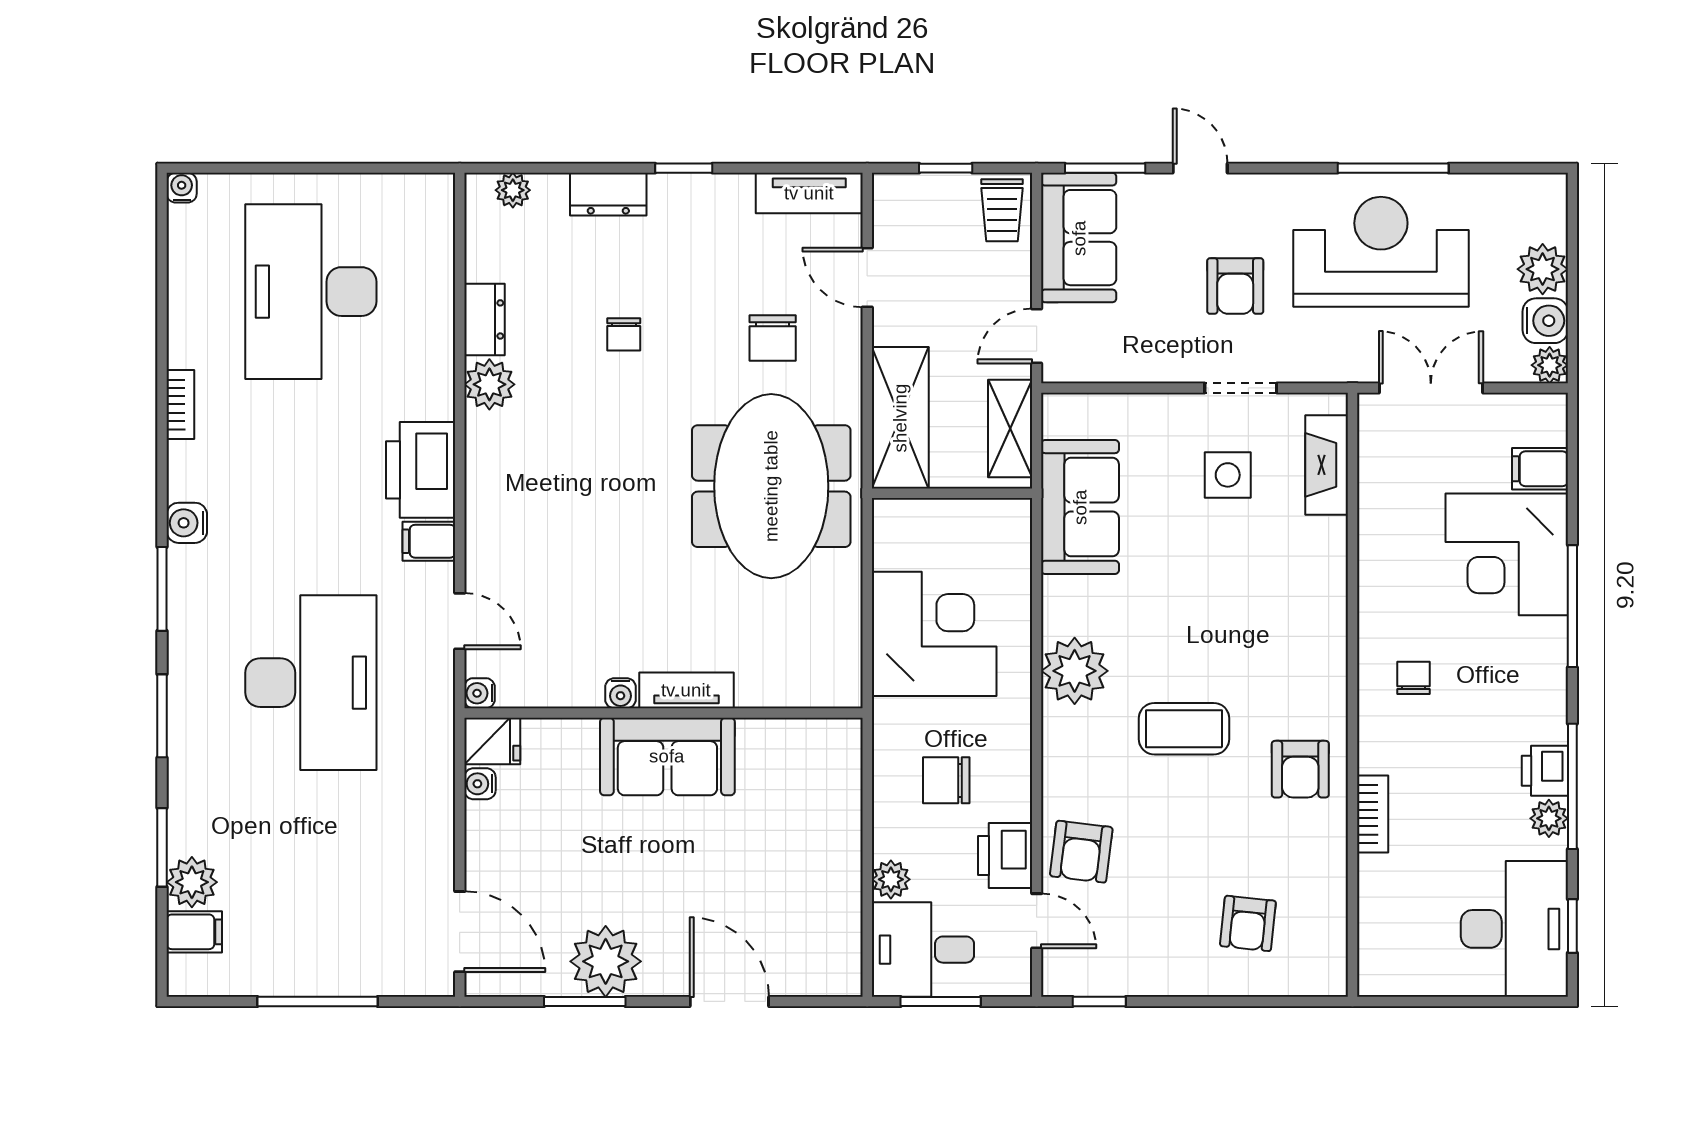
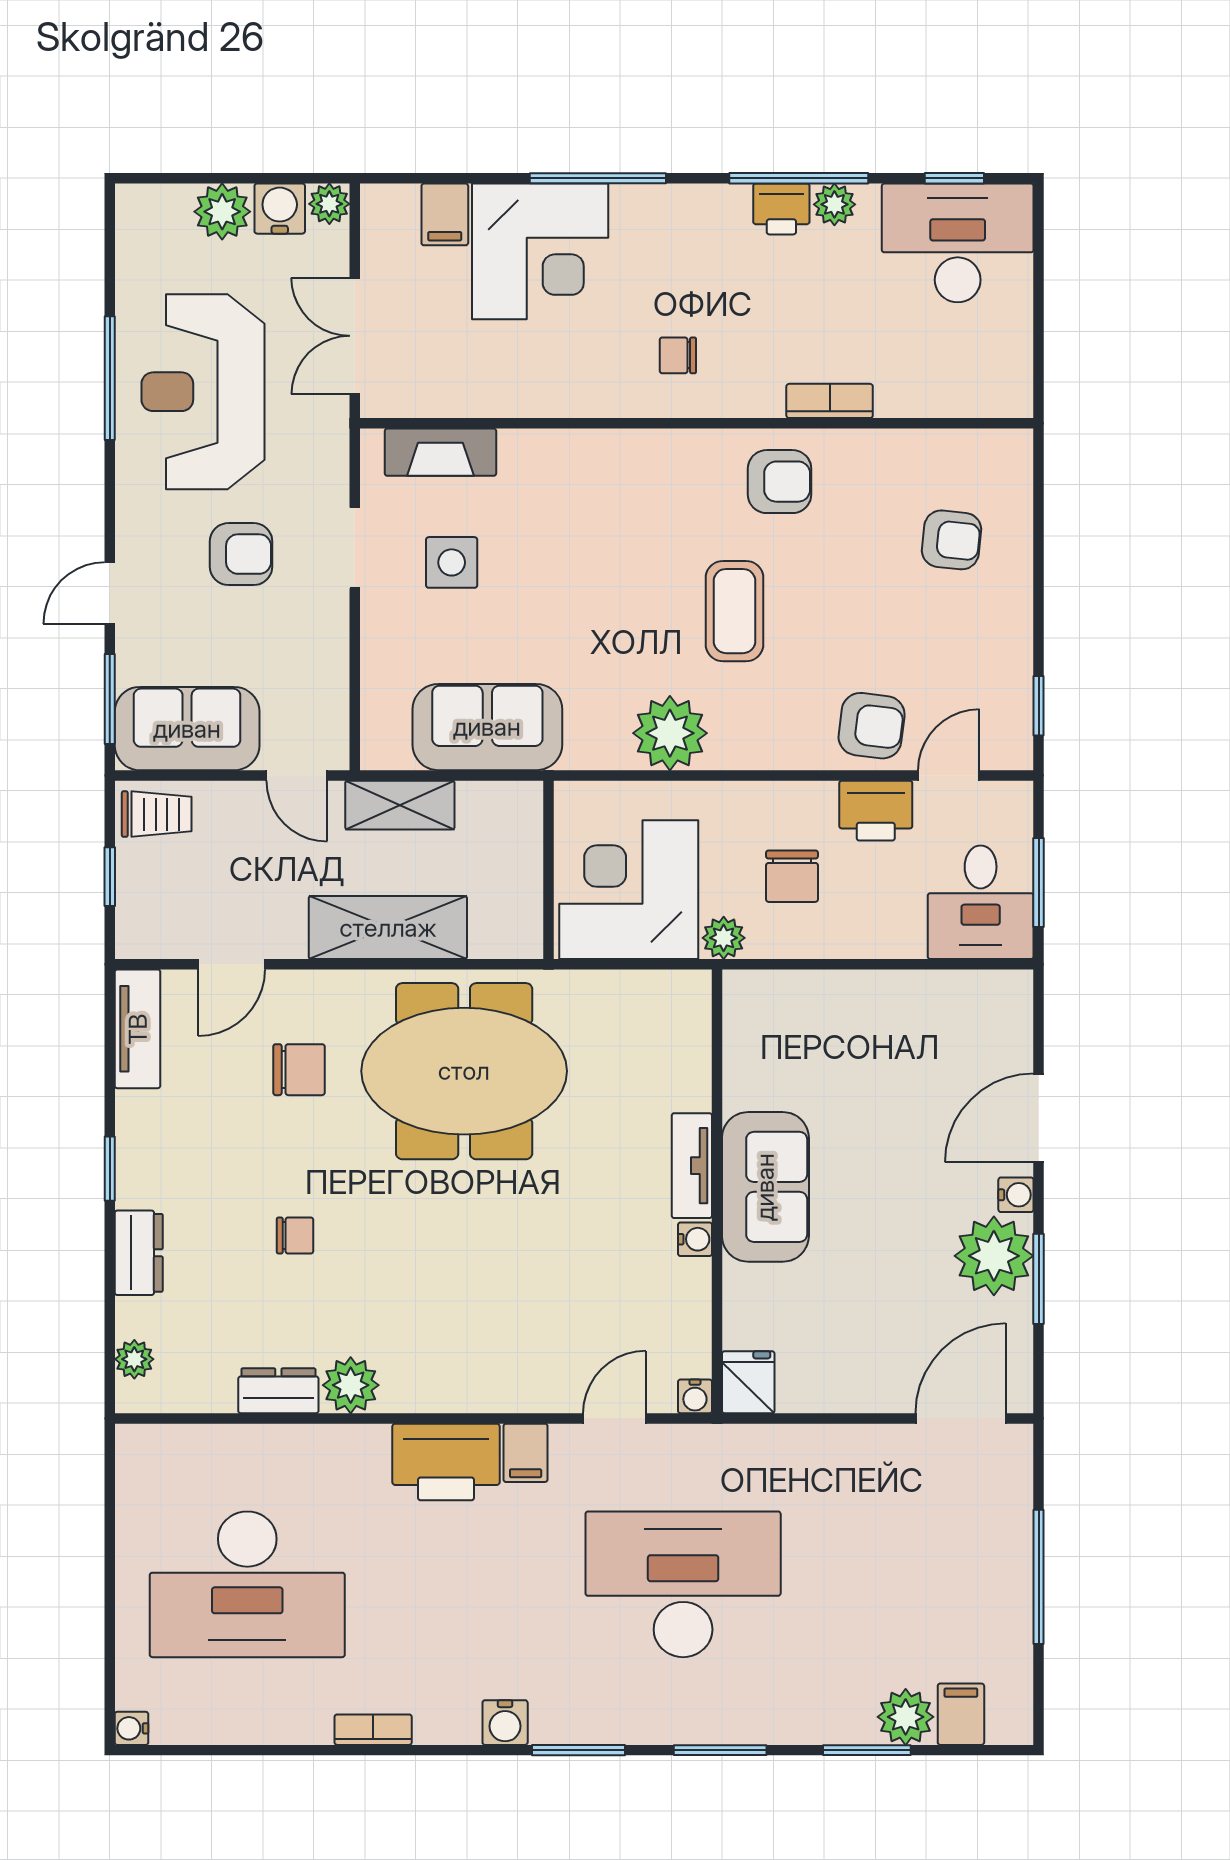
wall: (952, 493) -> (549, 870), moved
water cooler: (480, 784) -> (1016, 1195), moved, turned -90
plant: (891, 879) -> (724, 938), moved

